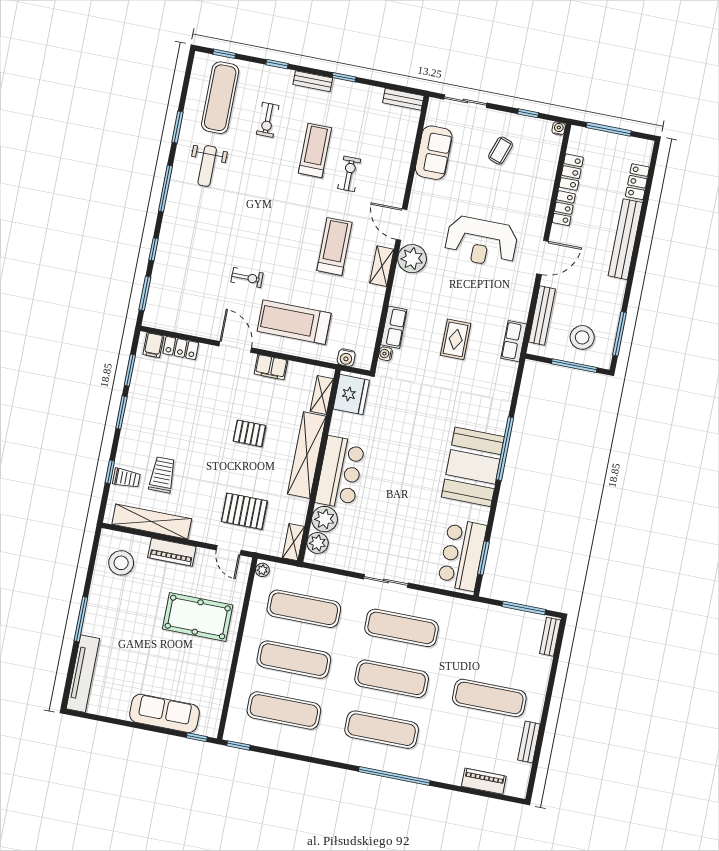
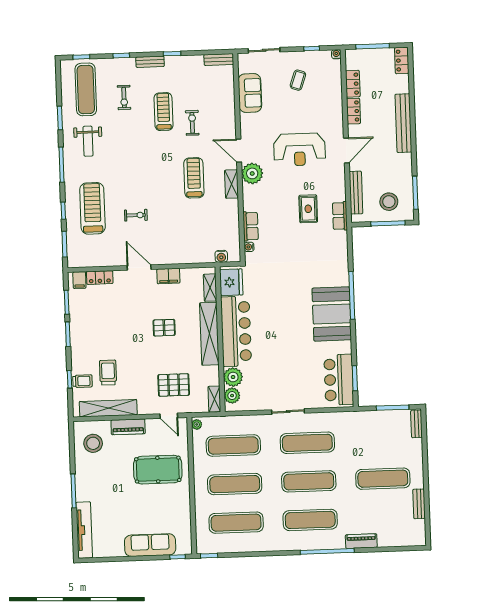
locker: (637, 182) -> (402, 60), moved
treadmill: (294, 322) -> (92, 208), moved, turned 90
rug: (456, 339) -> (308, 209), moved
bar counter: (340, 472) -> (236, 331), width x1.36
piano: (484, 781) -> (361, 541), moved

